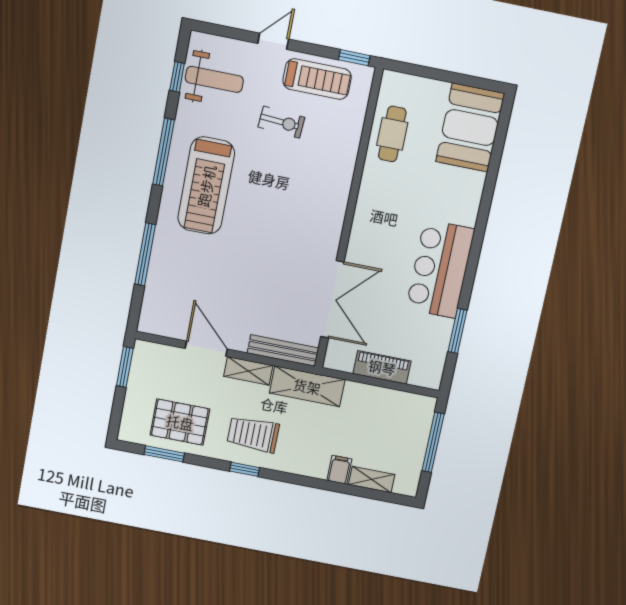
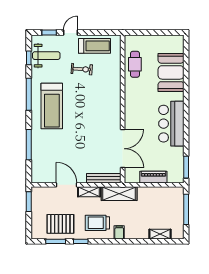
window: (354, 58) -> (49, 33), moved
booth: (470, 128) -> (171, 72), moved
window: (458, 331) -> (186, 167), moved
window: (245, 469) -> (81, 241), moved
filing cabinet: (339, 470) -> (119, 232), moved

